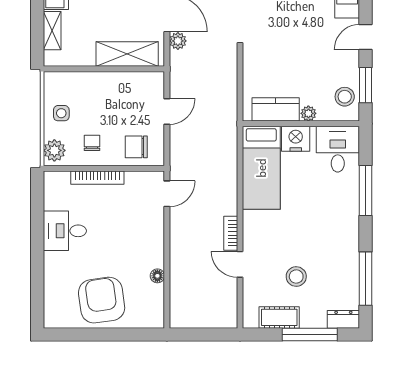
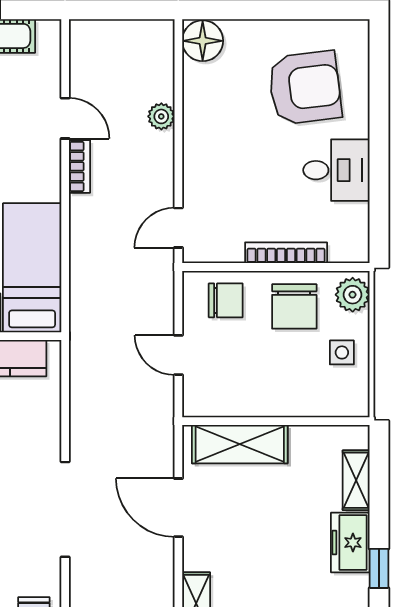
plant: (178, 41) -> (161, 116), moved
door: (167, 112) -> (178, 355), hinge flipped
chair: (92, 143) -> (294, 306), width x1.87, depth x1.87
floor lamp: (157, 276) -> (203, 41), moved, width x1.89, depth x1.89
armchair: (102, 300) -> (305, 88), moved, turned -89

